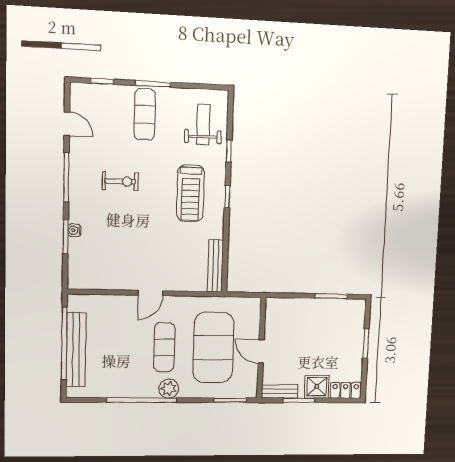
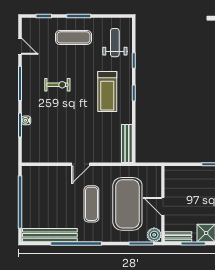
exercise mat: (145, 114) -> (73, 37), turned 90
bench: (76, 350) -> (50, 235), moved, turned 90
plant: (169, 389) -> (154, 235), moved

